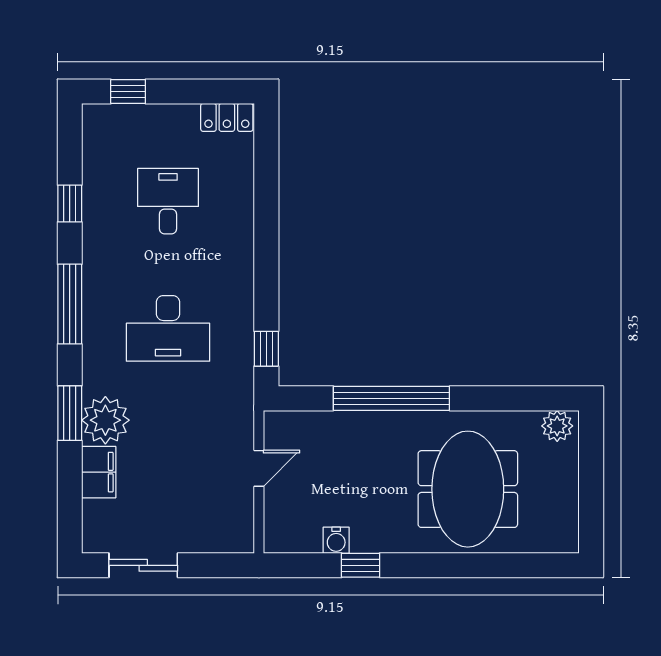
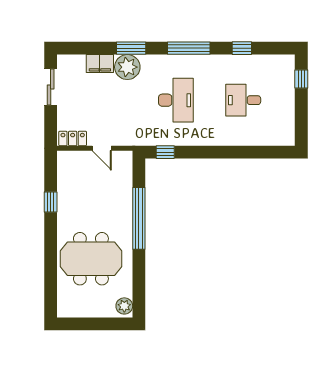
locker: (227, 117) -> (73, 138), moved, turned 90
desk: (168, 201) -> (243, 100), turned 180
desk: (168, 328) -> (176, 100), turned 180
water cooler: (336, 540) -> (64, 189), removed

